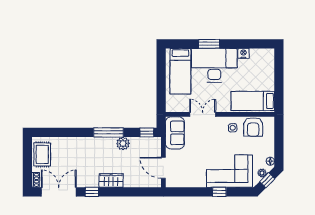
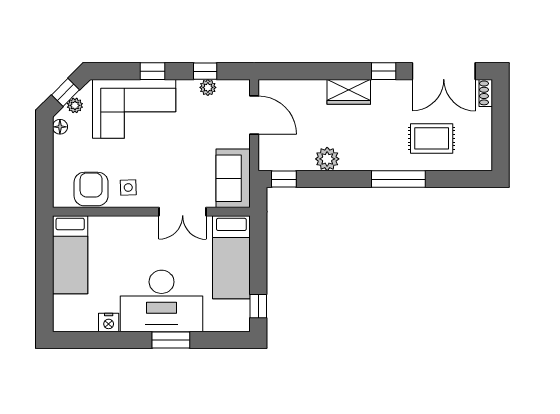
window: (161, 62) -> (258, 306), added
bed: (180, 71) -> (231, 257), moved, turned 180
bed: (253, 101) -> (70, 255), moved, turned 90
window: (109, 132) -> (398, 179), moved
rug: (42, 154) -> (432, 138), moved, turned 90
plant: (189, 183) -> (208, 87), added
window: (190, 192) -> (205, 71), added

